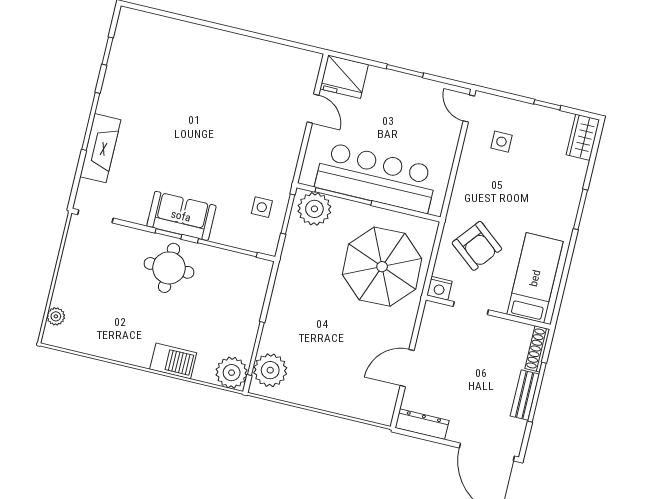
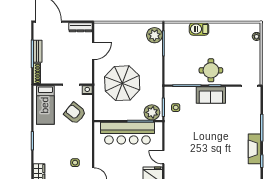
fireplace: (100, 148) -> (255, 149), moved
parasol: (382, 267) -> (122, 83), moved
plant: (232, 373) -> (172, 30), removed

